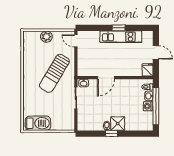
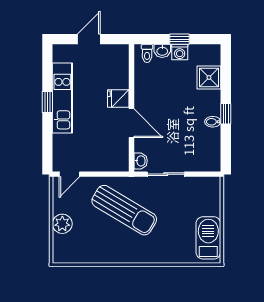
fridge: (148, 70) -> (118, 98), moved
window: (156, 106) -> (179, 39), width x0.32
shower: (118, 124) -> (209, 77), moved

